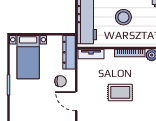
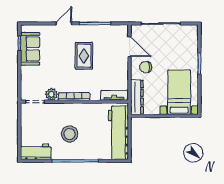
stool: (123, 17) -> (70, 134), moved
rug: (120, 92) -> (84, 56), turned 90

